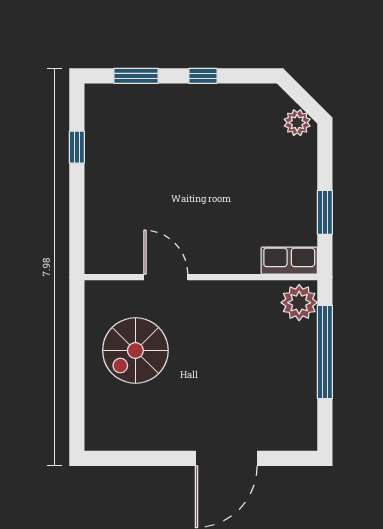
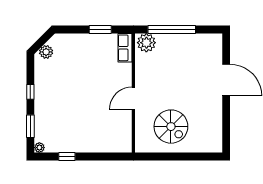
plant: (94, 93) -> (39, 148), added
plant: (297, 123) -> (46, 52), moved
door: (166, 277) -> (133, 98), moved

